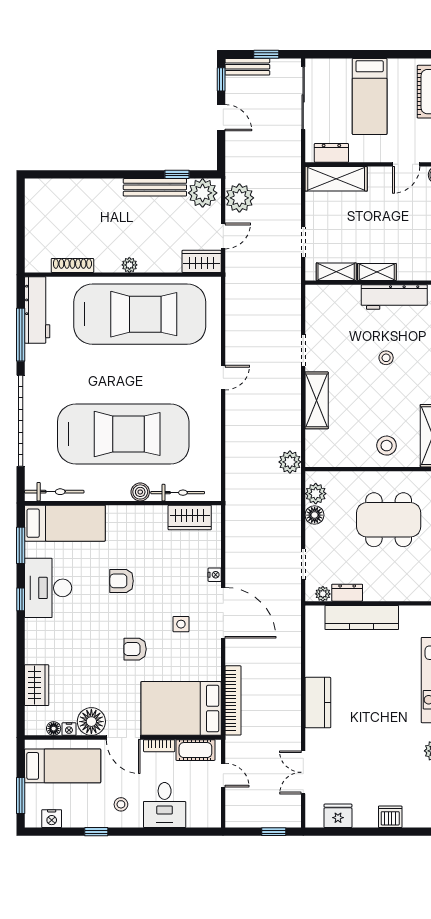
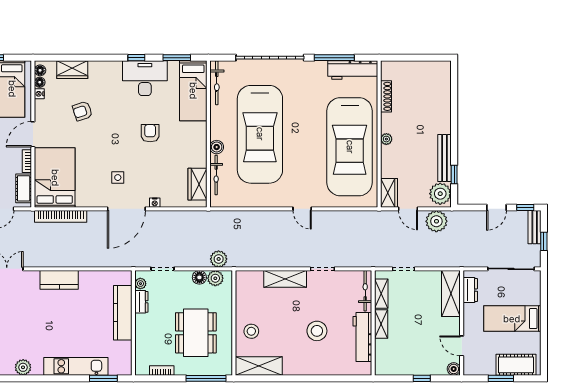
bicycle: (332, 293) -> (365, 291), added
stool: (386, 358) -> (317, 331), width x1.89, depth x1.89
plant: (290, 462) -> (219, 259), moved
armchair: (135, 649) -> (82, 111), moved, turned -108
floor lamp: (91, 722) -> (40, 70), moved, width x0.53, depth x0.53

